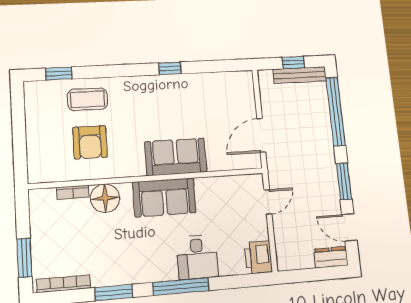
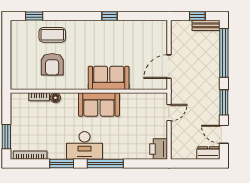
bench: (300, 75) -> (206, 25), width x0.73
floor lamp: (105, 198) -> (55, 98), width x0.53, depth x0.53
desk: (197, 257) -> (85, 145), moved, width x1.37

